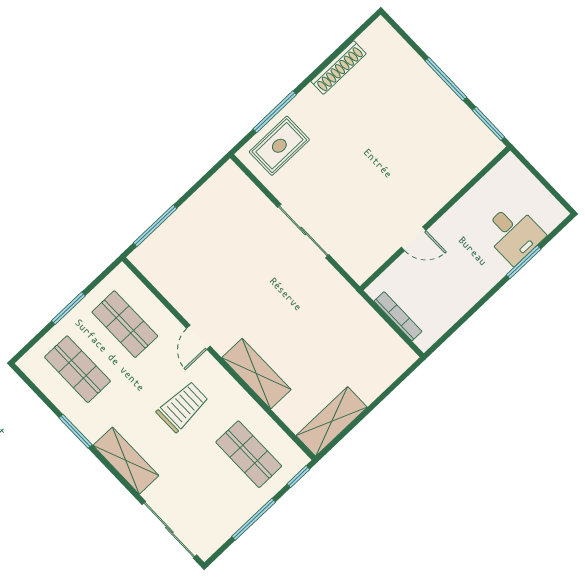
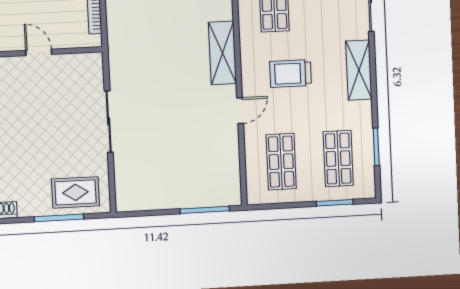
window: (68, 308) -> (335, 203), moved
window: (75, 431) -> (376, 147), moved

